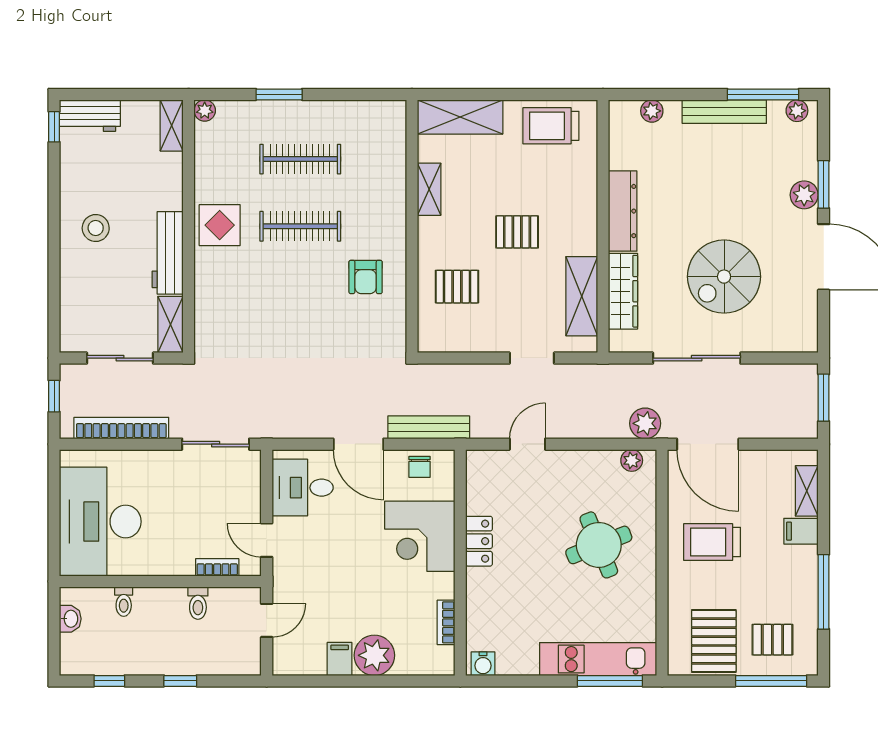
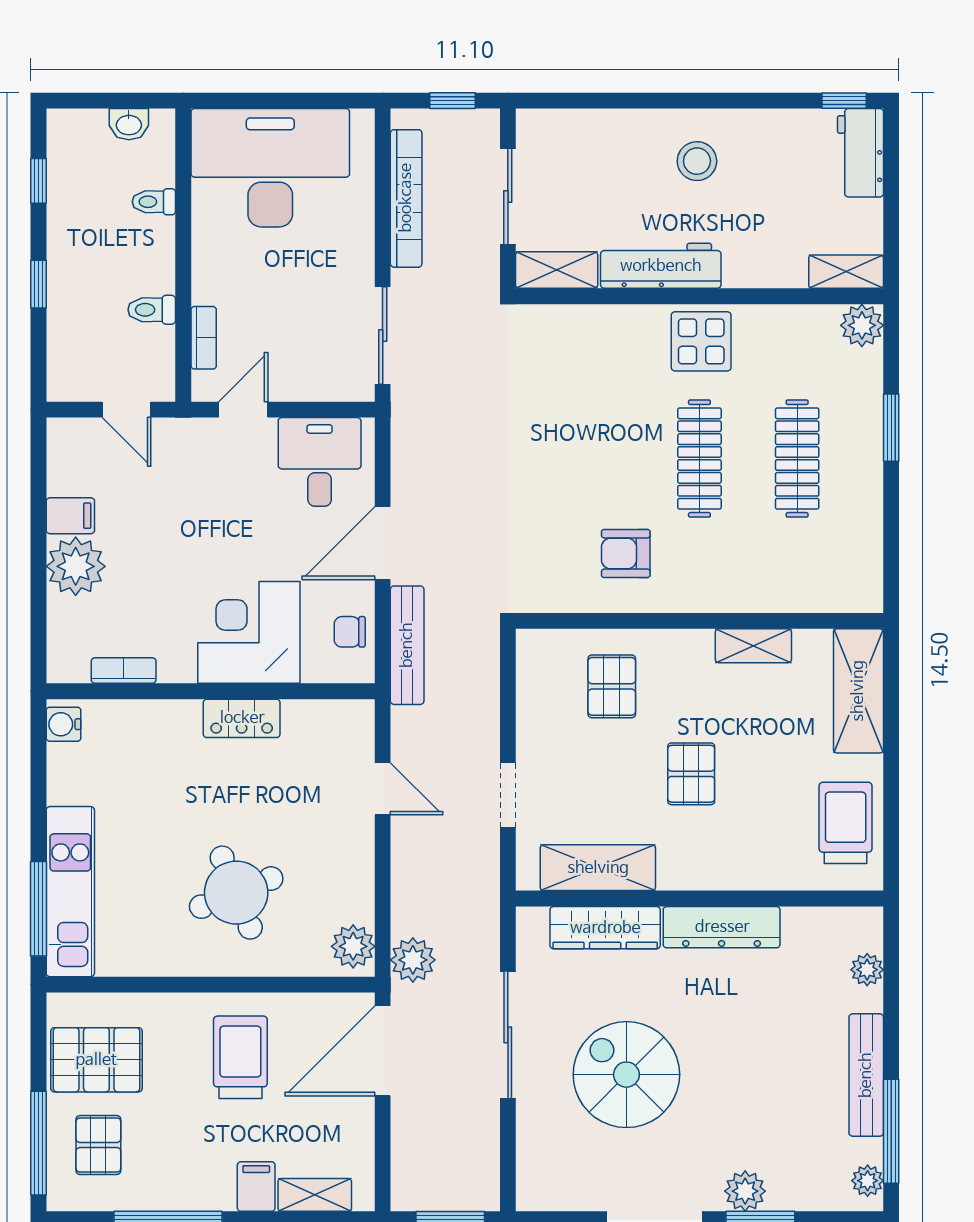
plant: (205, 111) -> (862, 325), width x1.38, depth x1.38
plant: (632, 460) -> (353, 946), width x1.38, depth x1.38

